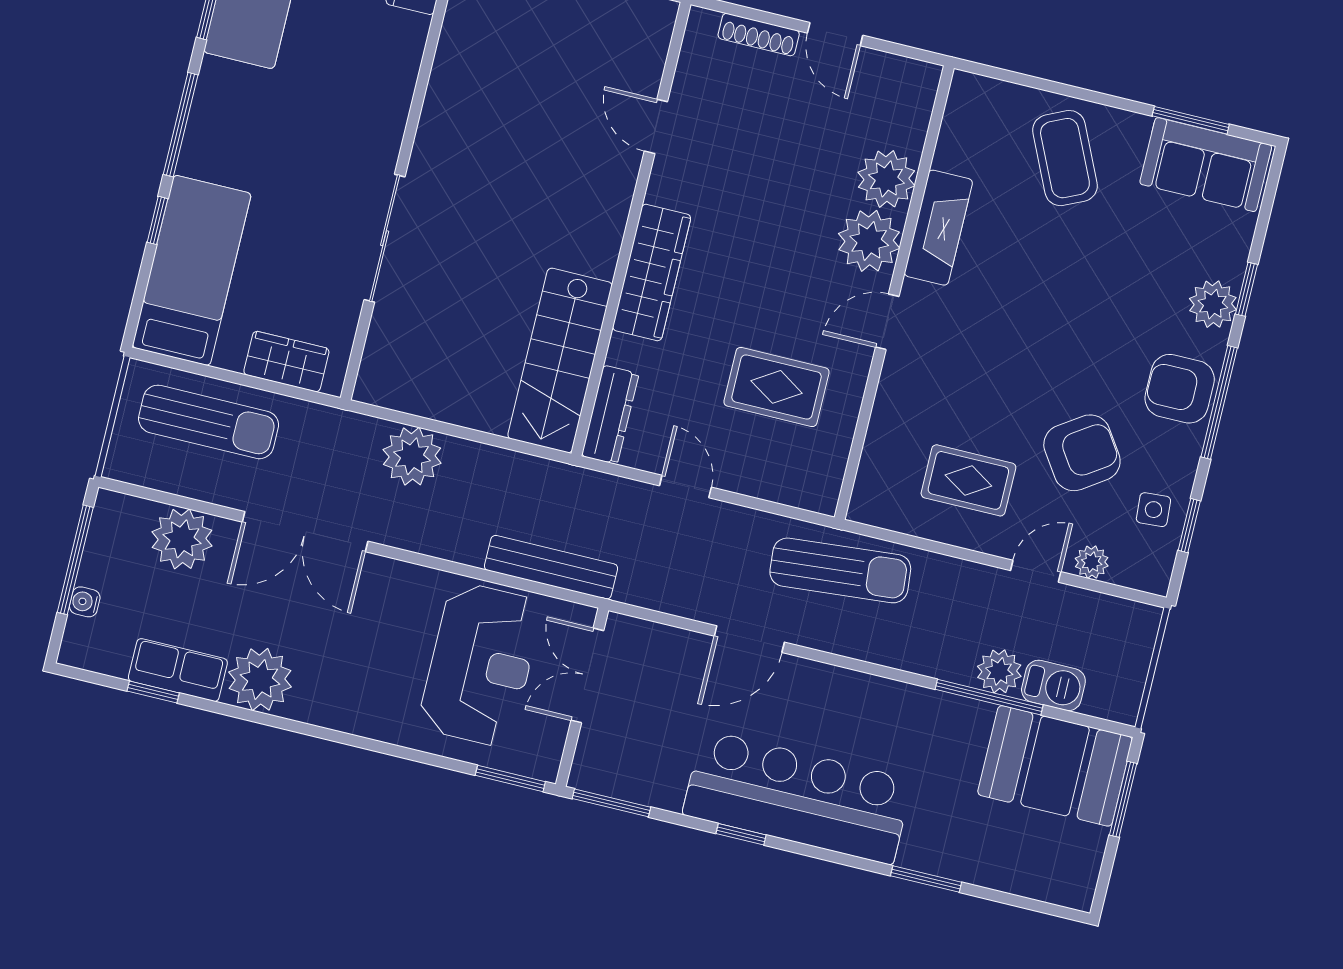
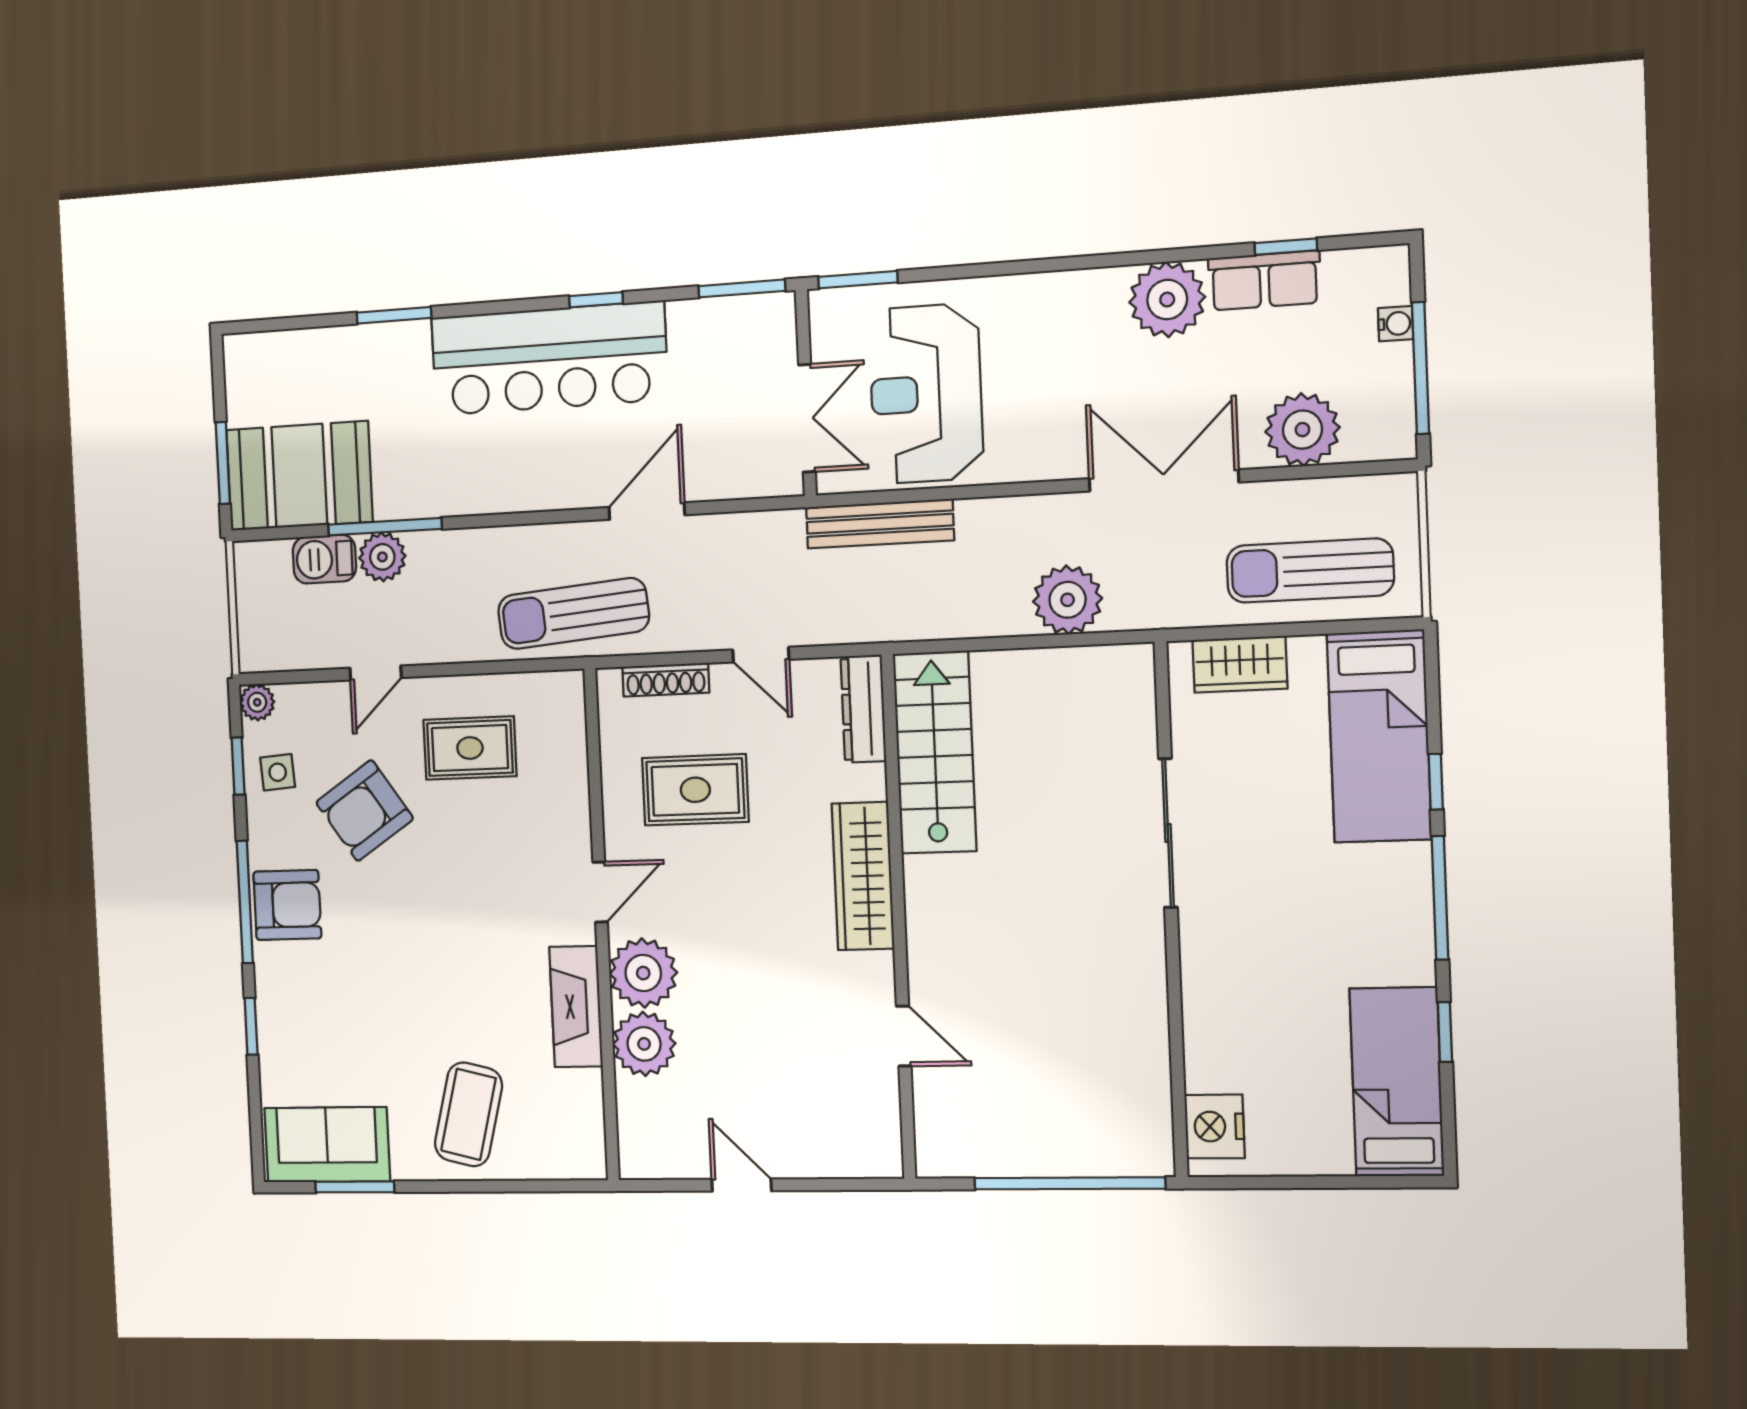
shoe rack: (759, 35) -> (666, 680), moved, turned 180
coffee table: (1065, 158) -> (468, 1114), turned 39
plant: (1213, 304) -> (279, 1002), removed
plant: (1092, 562) -> (257, 702), moved

